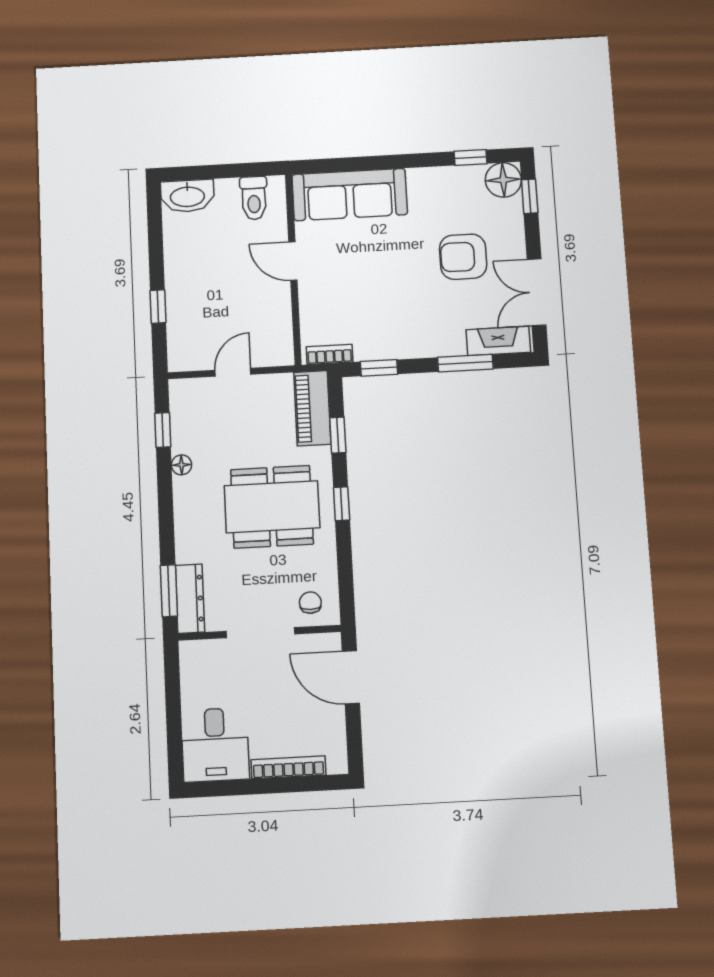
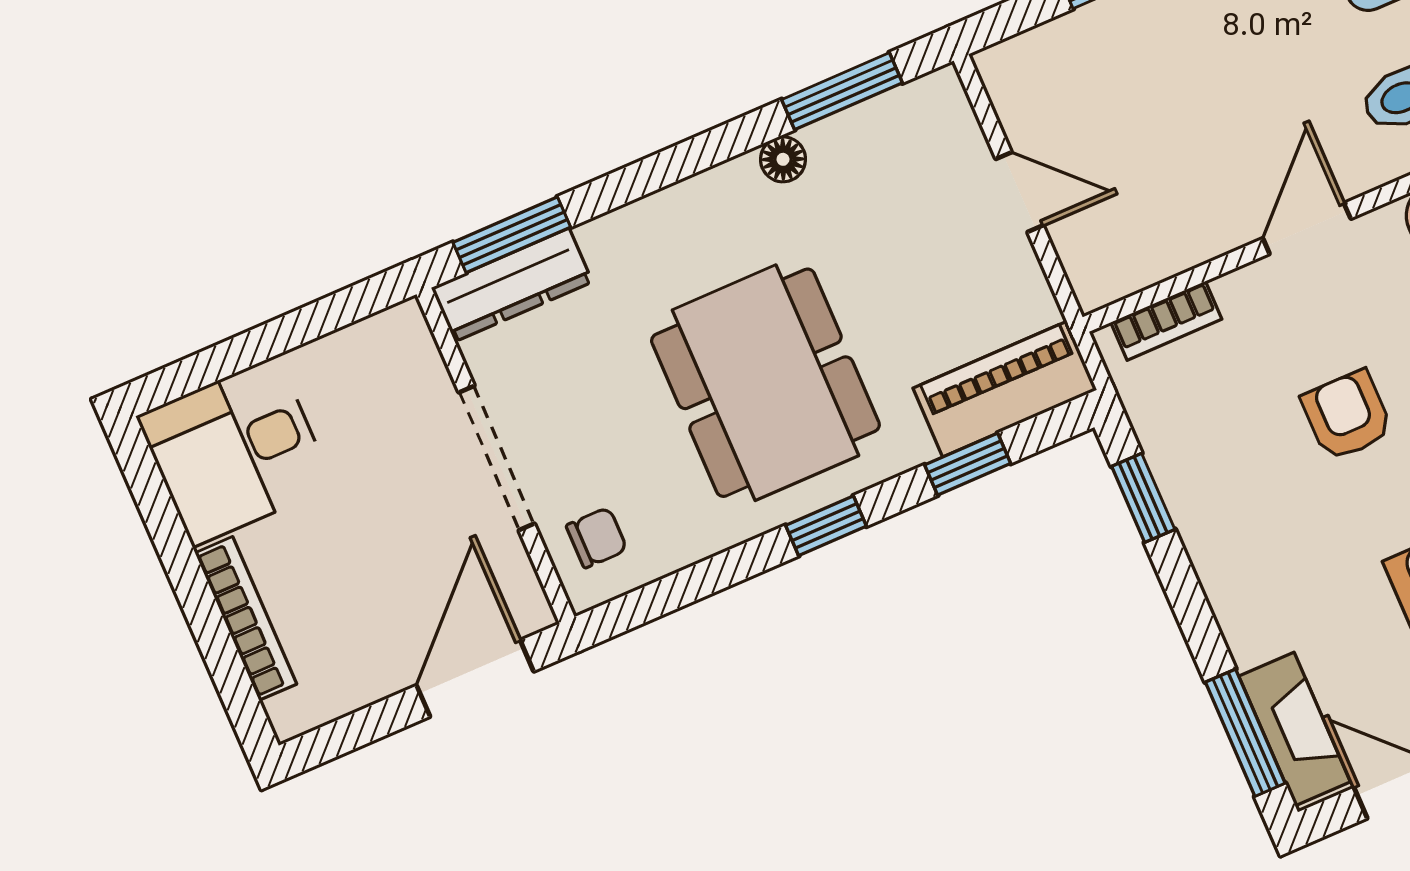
armchair: (376, 273) -> (1347, 415), added
bookcase: (330, 354) -> (1166, 321), moved, turned 90
window: (465, 363) -> (1245, 733), moved
window: (163, 430) -> (842, 91), width x1.50

